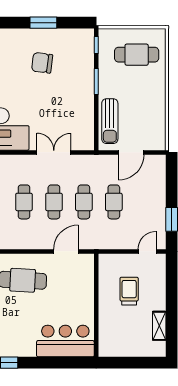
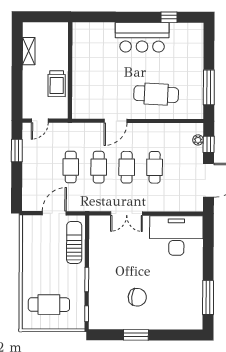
wall: (96, 305) -> (70, 70), moved
bar counter: (65, 341) -> (142, 37), moved

